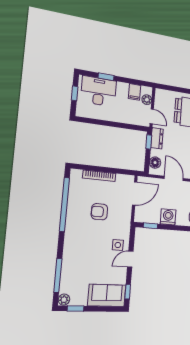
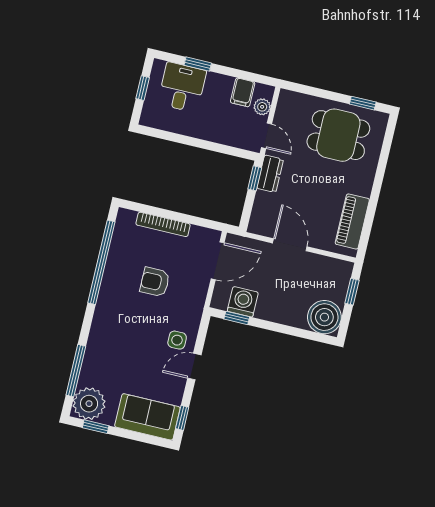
desk: (99, 91) -> (182, 87), width x0.73
floor lamp: (155, 163) -> (261, 214), removed
washing machine: (168, 217) -> (243, 302), moved
plant: (64, 300) -> (89, 404), width x1.87, depth x1.87

